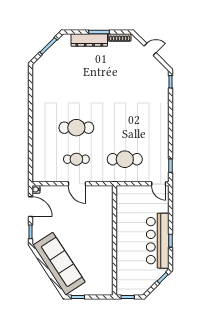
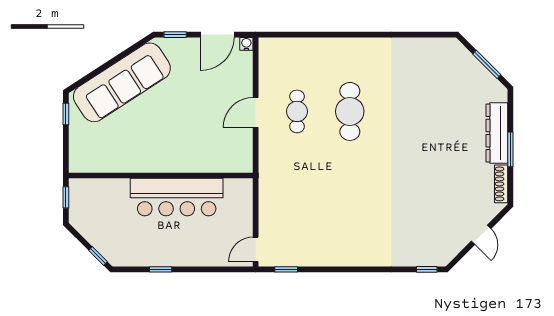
cafe table: (125, 159) -> (297, 193), removed
bar counter: (158, 241) -> (177, 197), moved, turned 180

